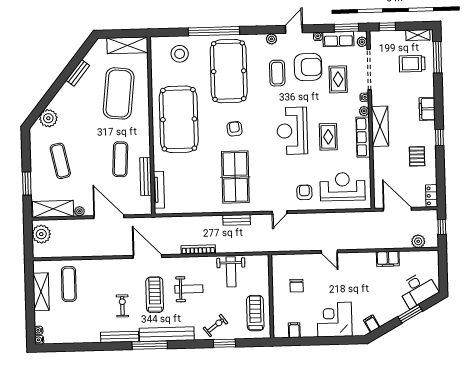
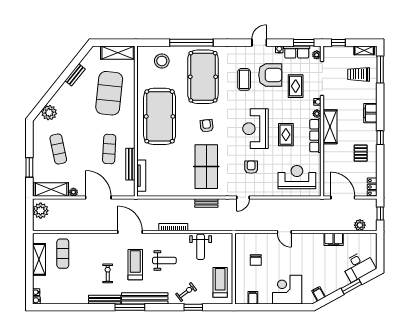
plant: (271, 39) -> (240, 50), removed
armchair: (304, 192) -> (251, 167), moved

